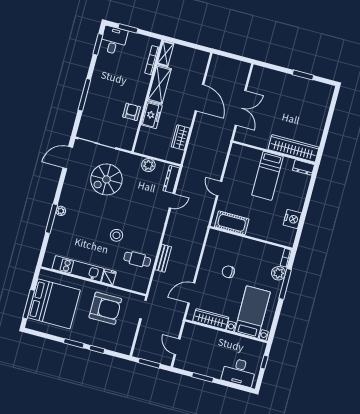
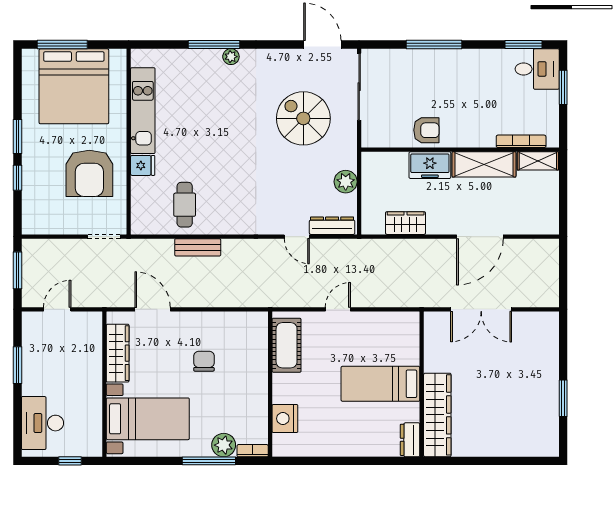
nightstand: (292, 219) -> (285, 419), moved, turned 90
stool: (117, 235) -> (215, 160), removed

